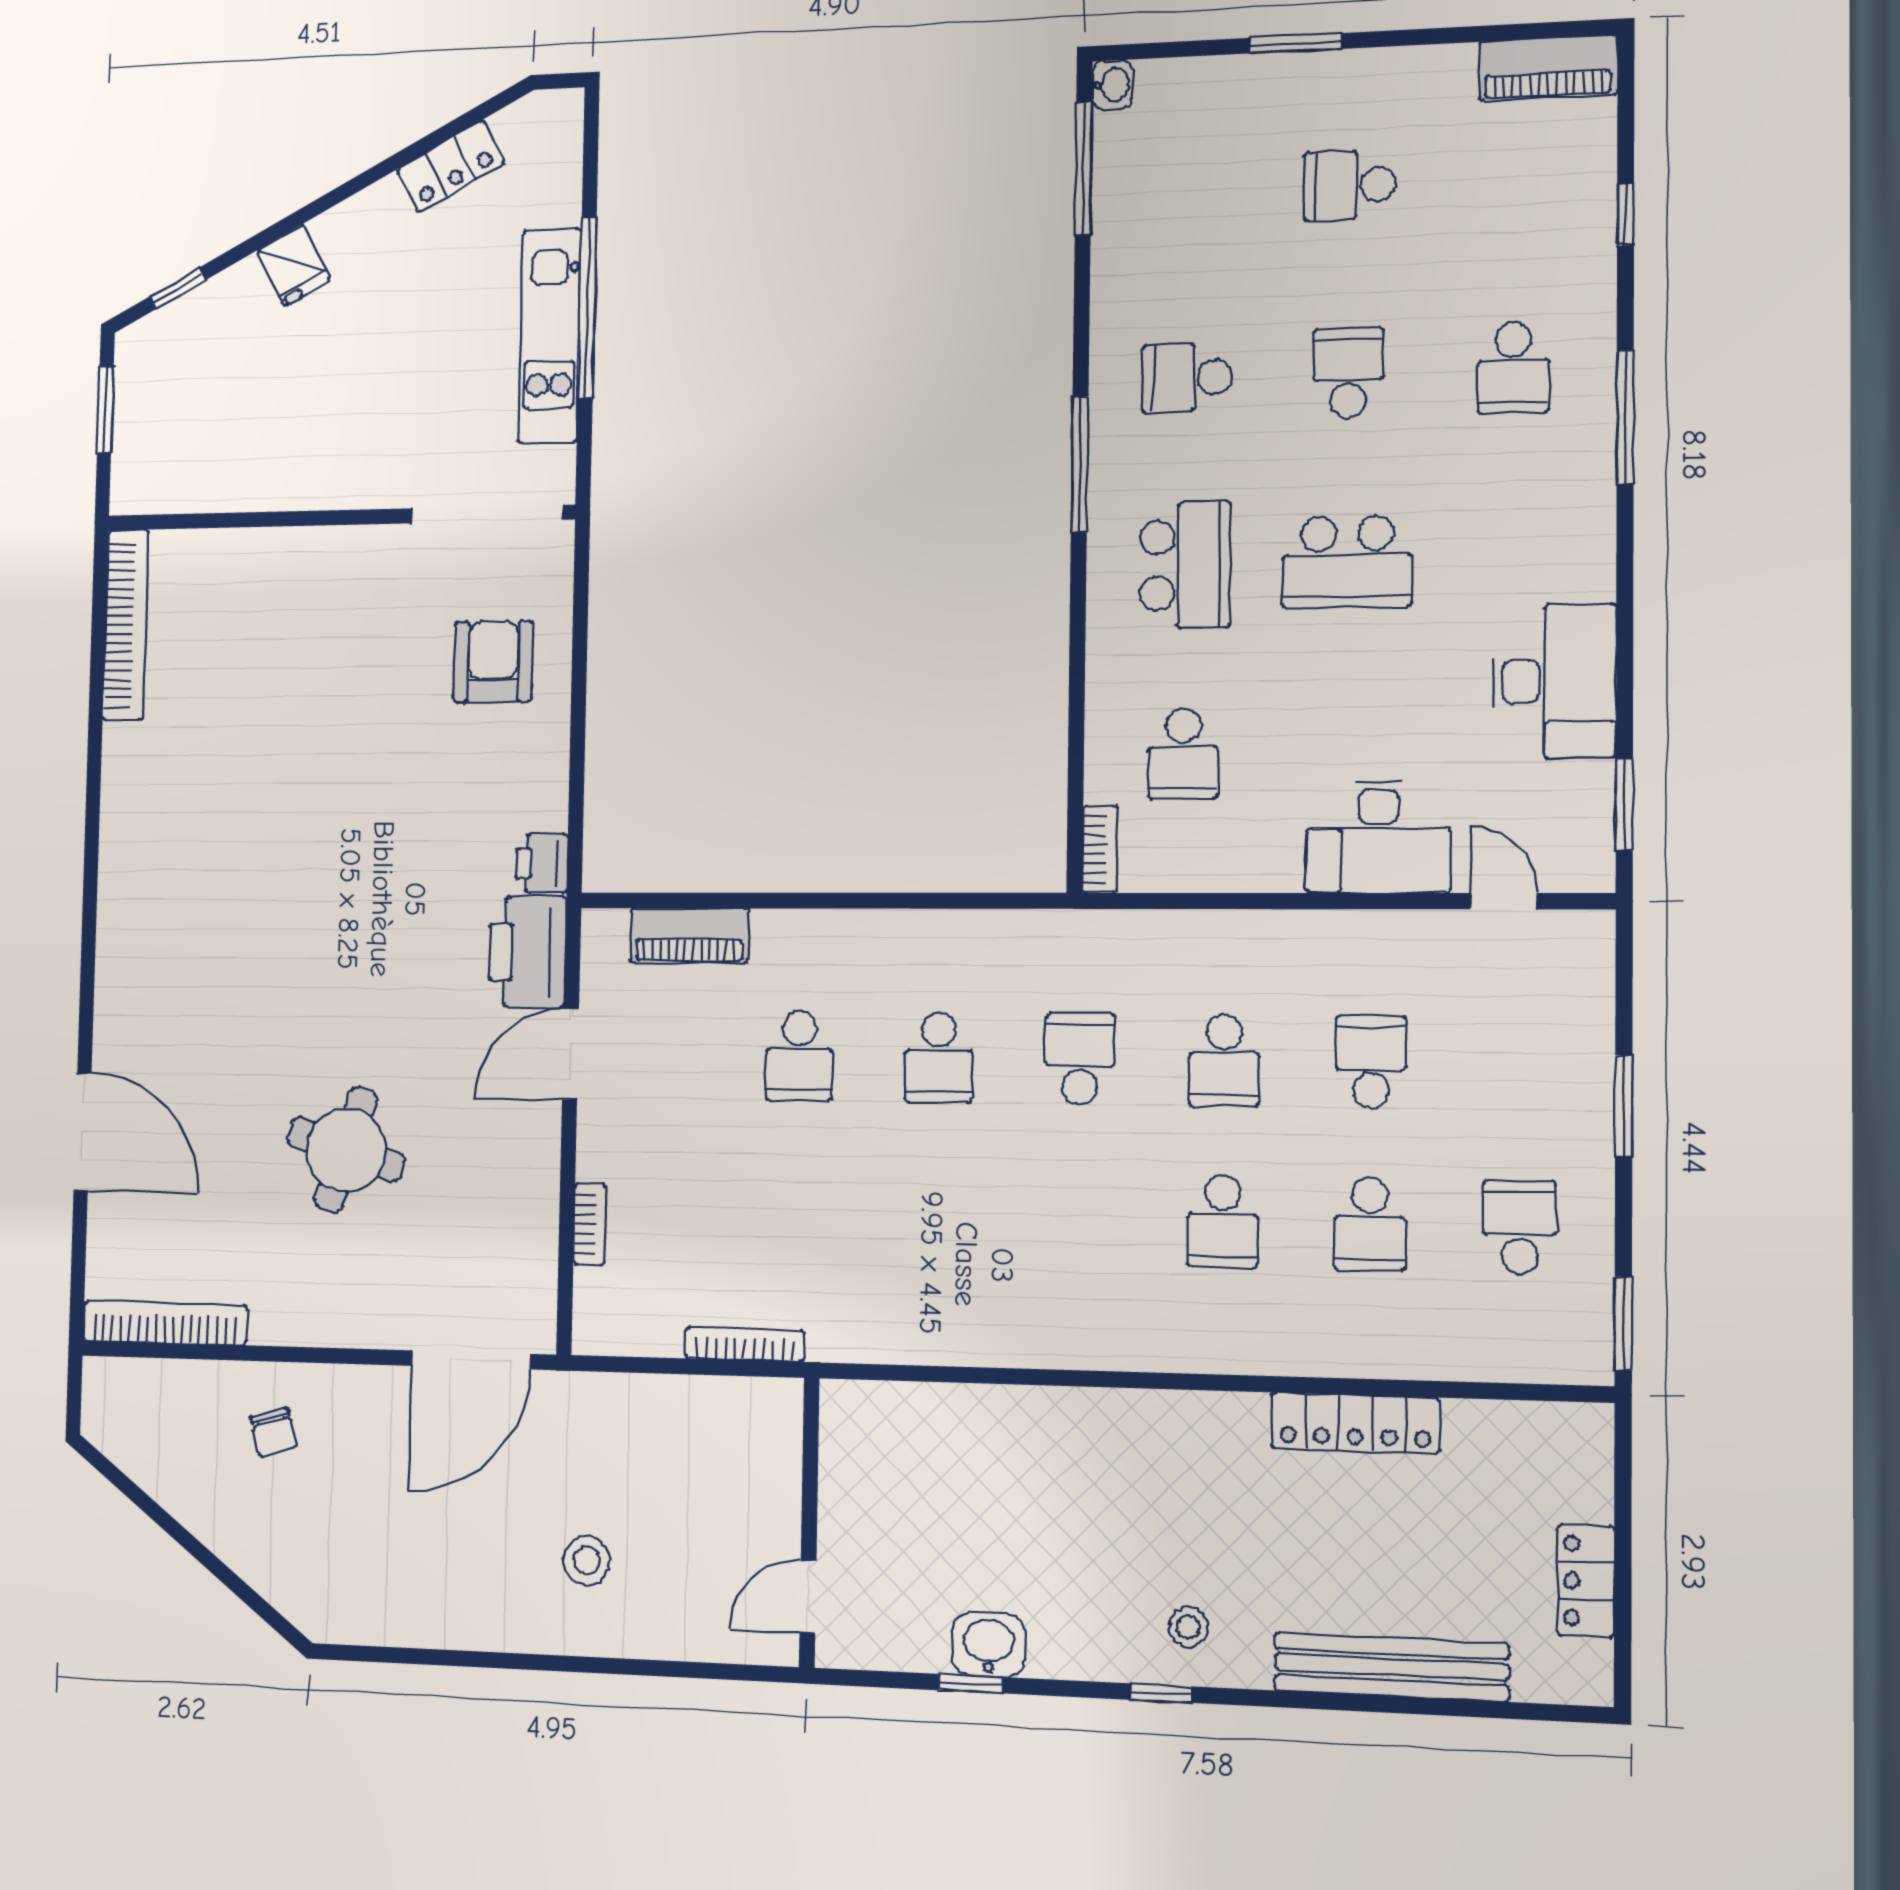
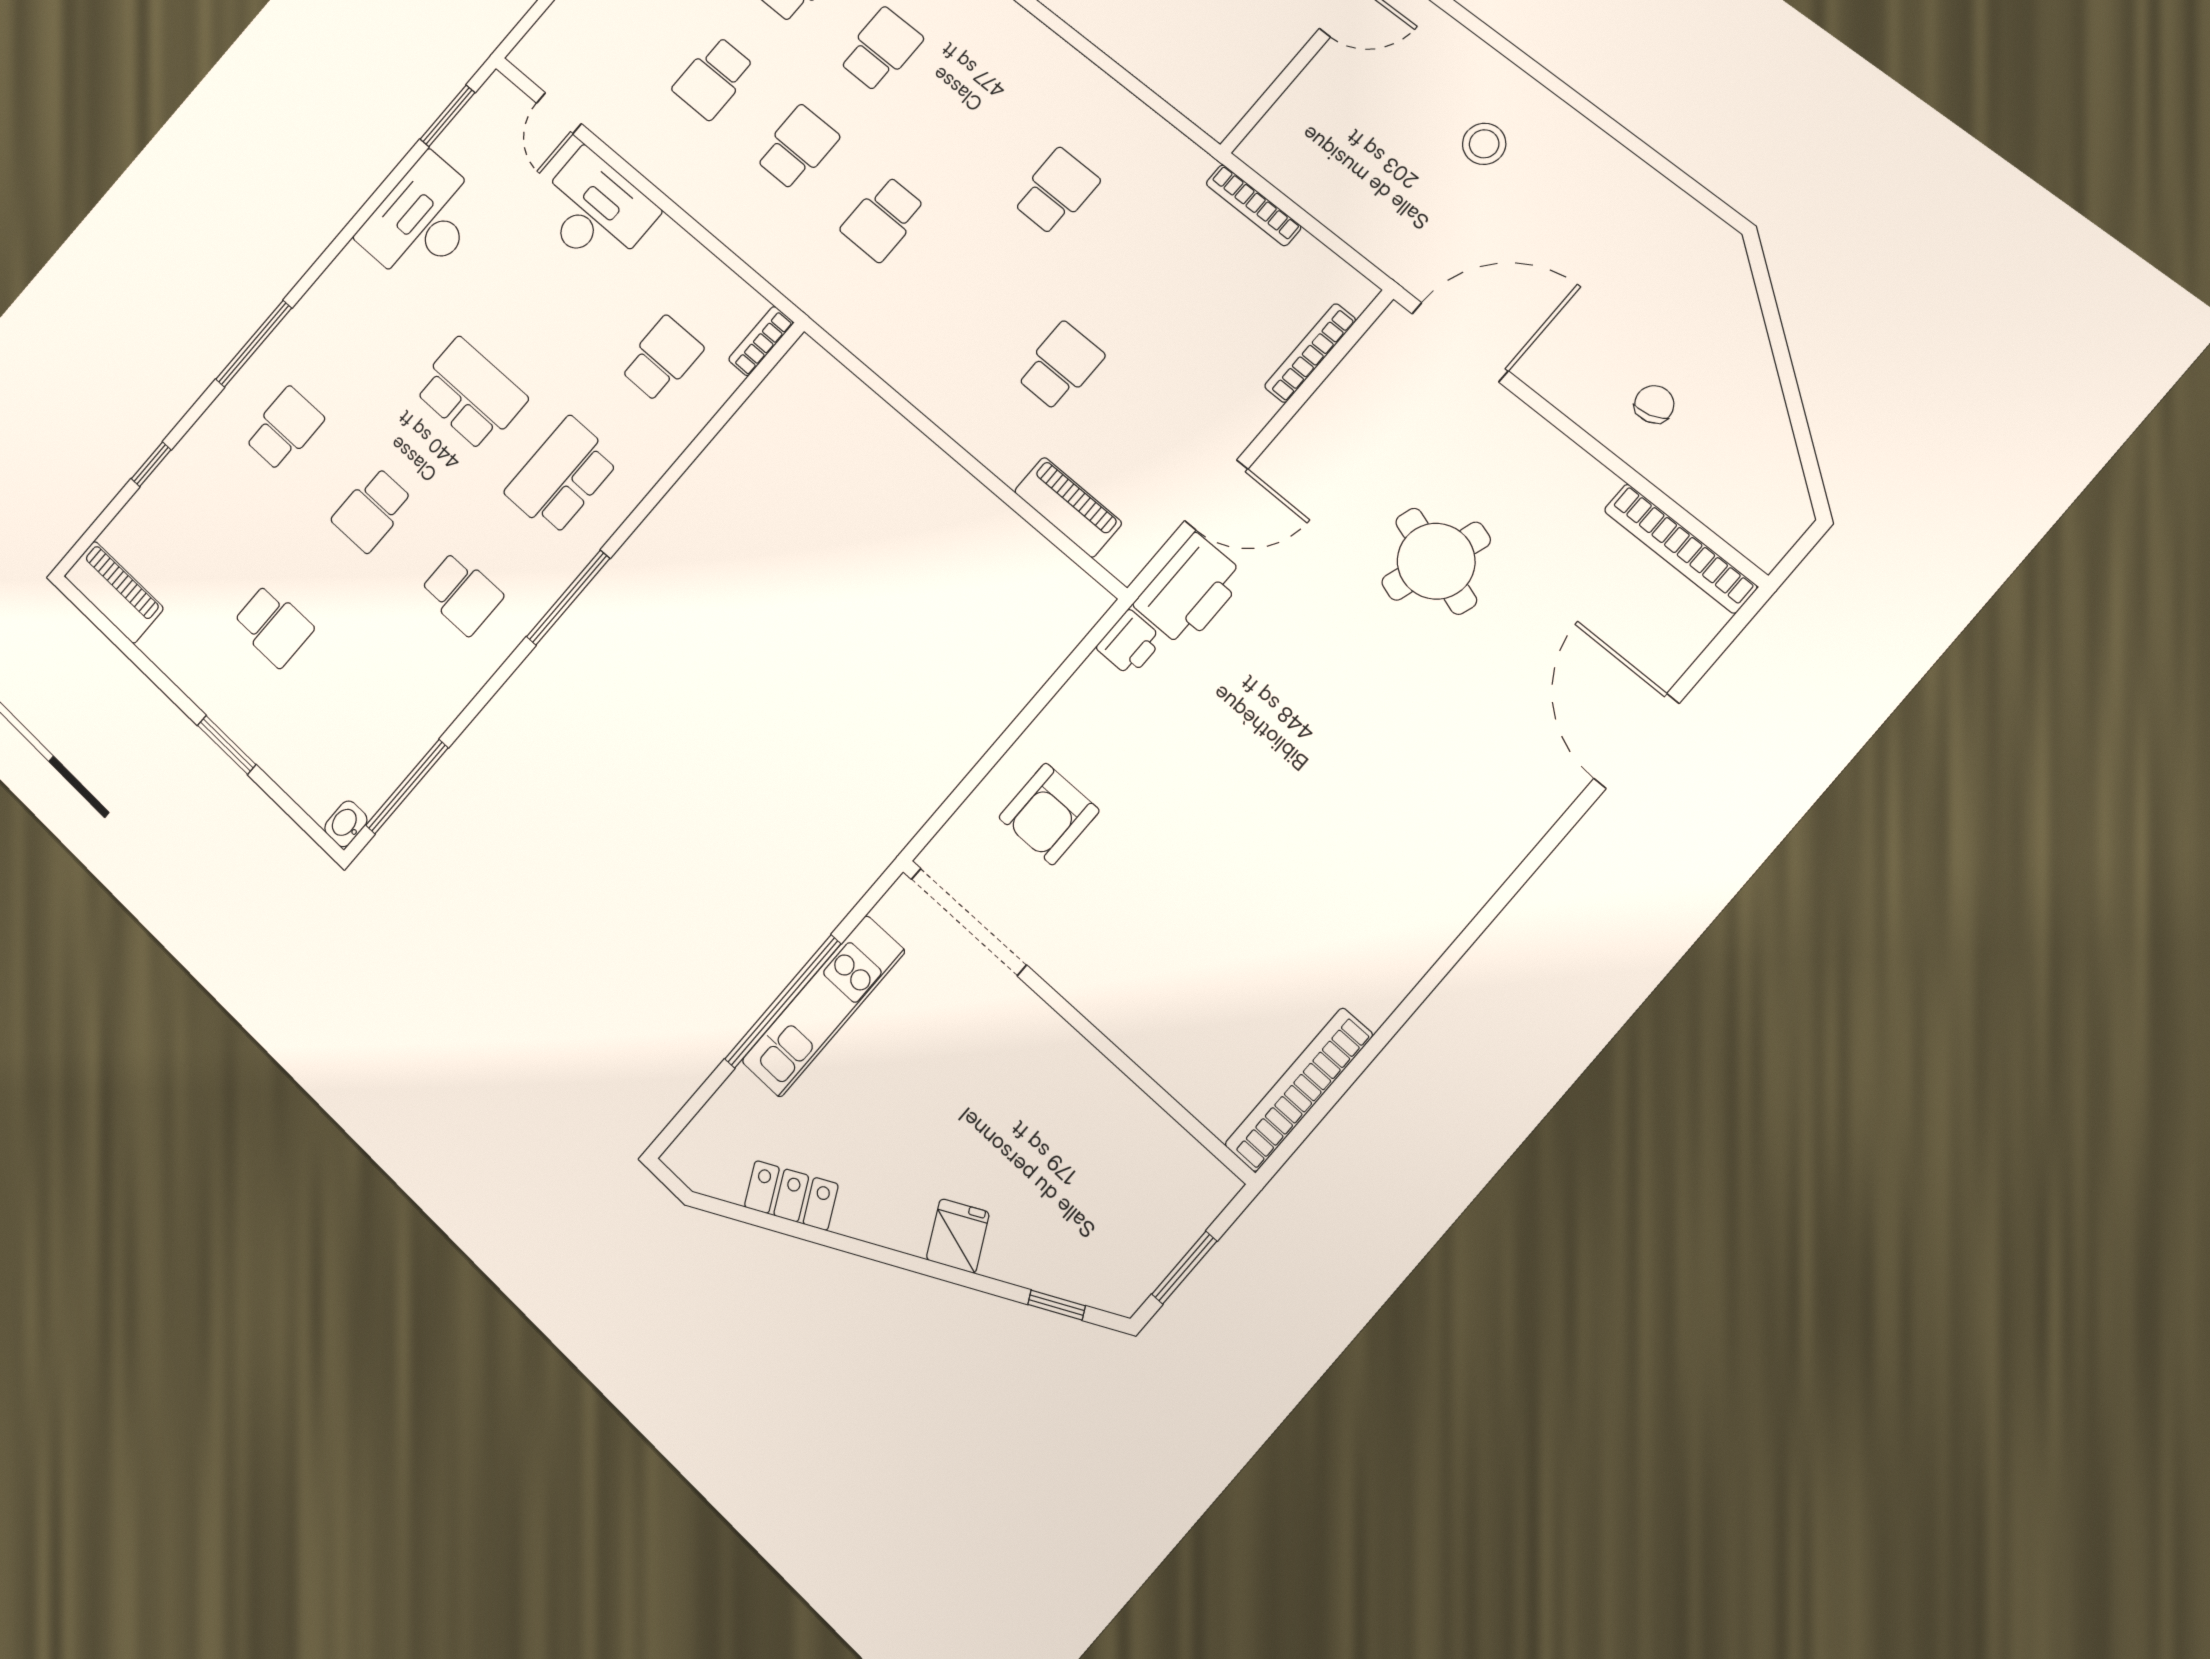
school desk: (938, 1057) -> (1056, 192), moved
bookcase: (590, 1224) -> (1310, 353), width x1.56

